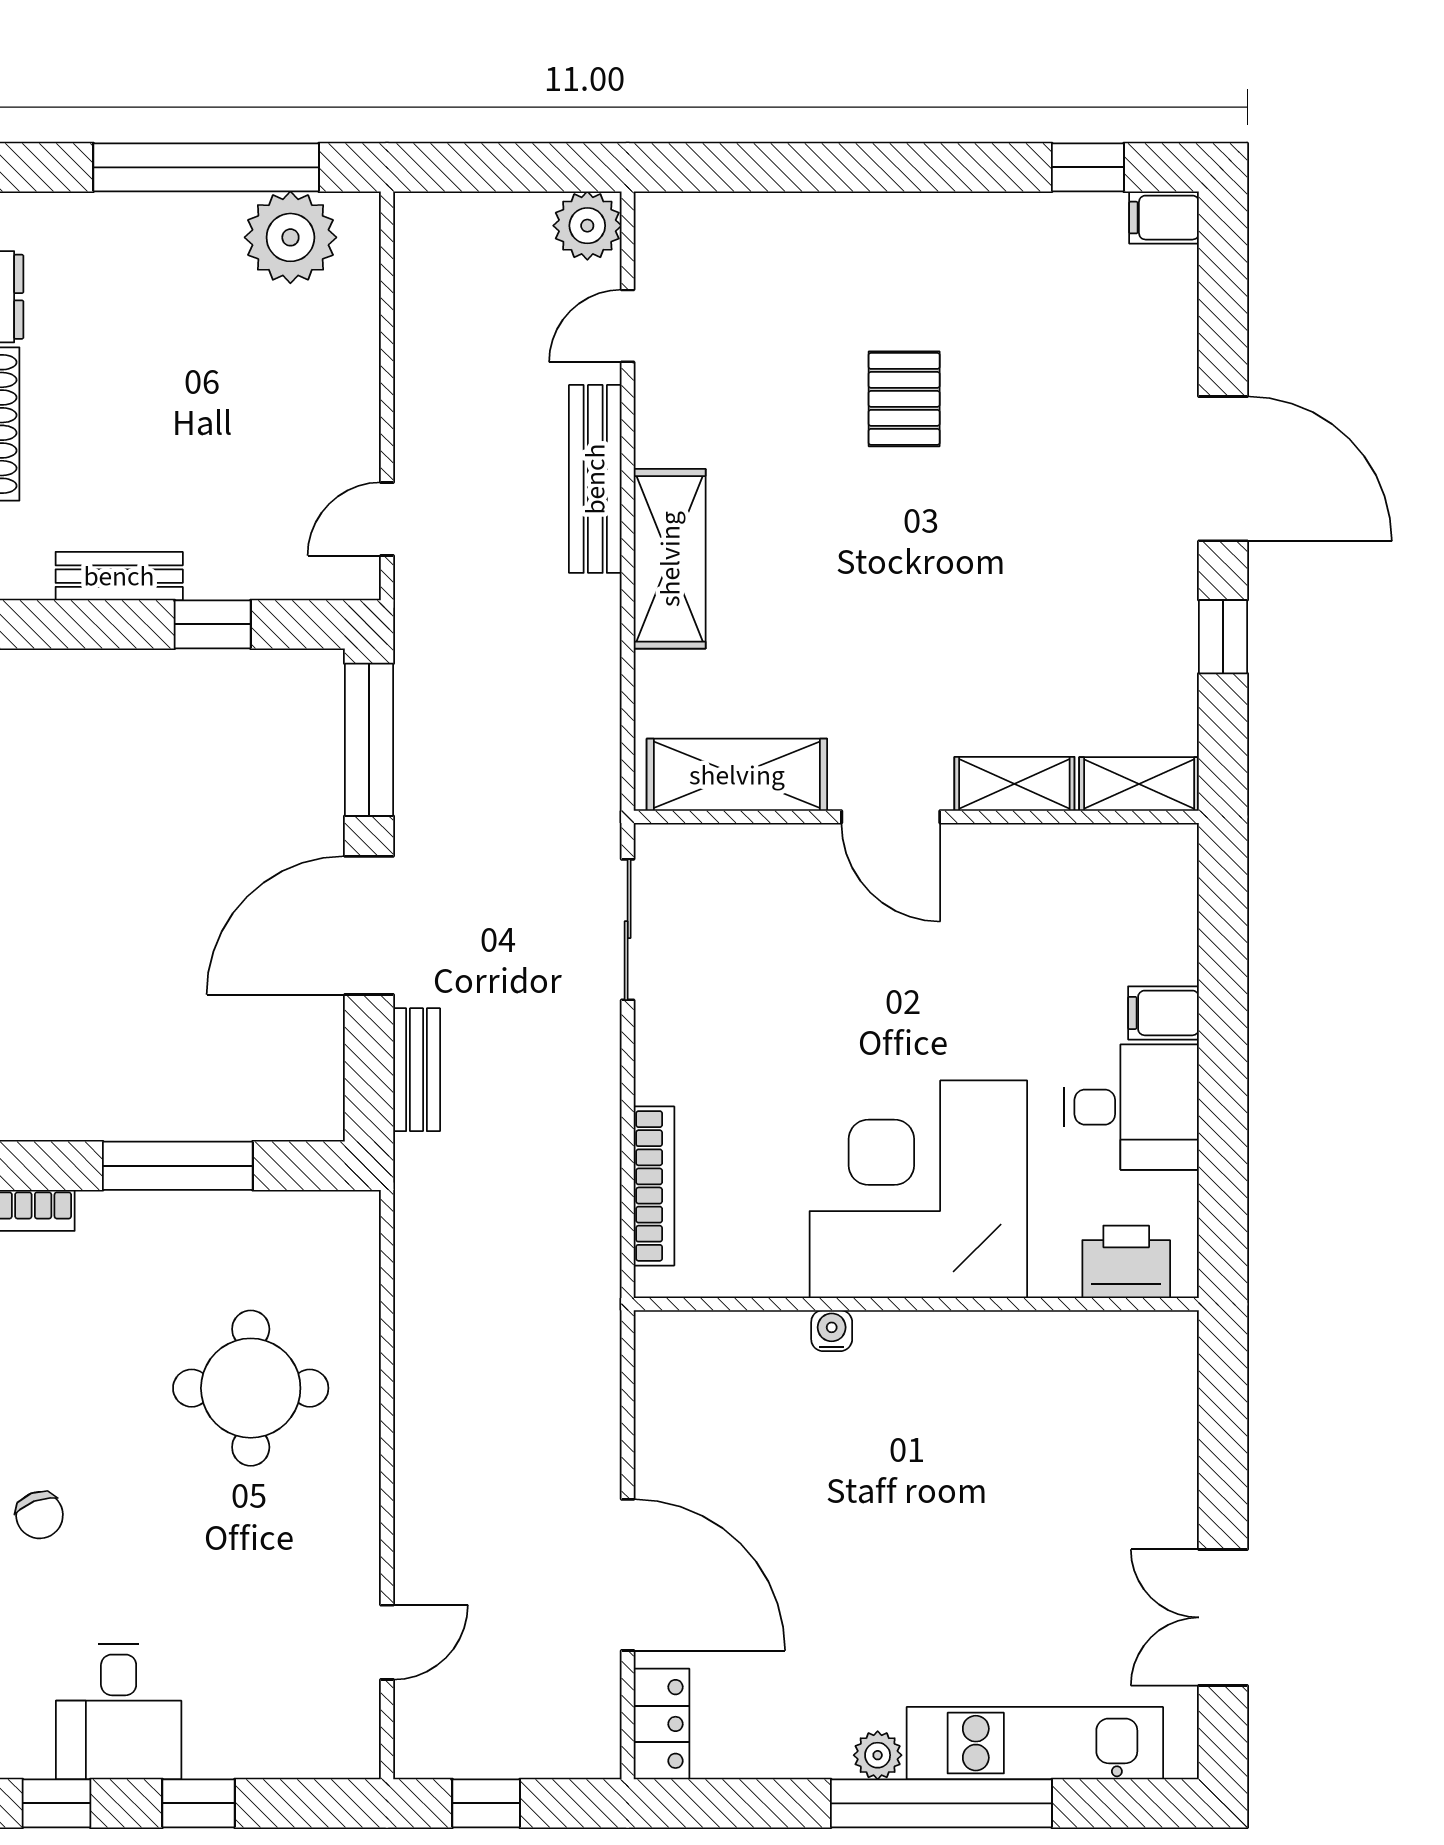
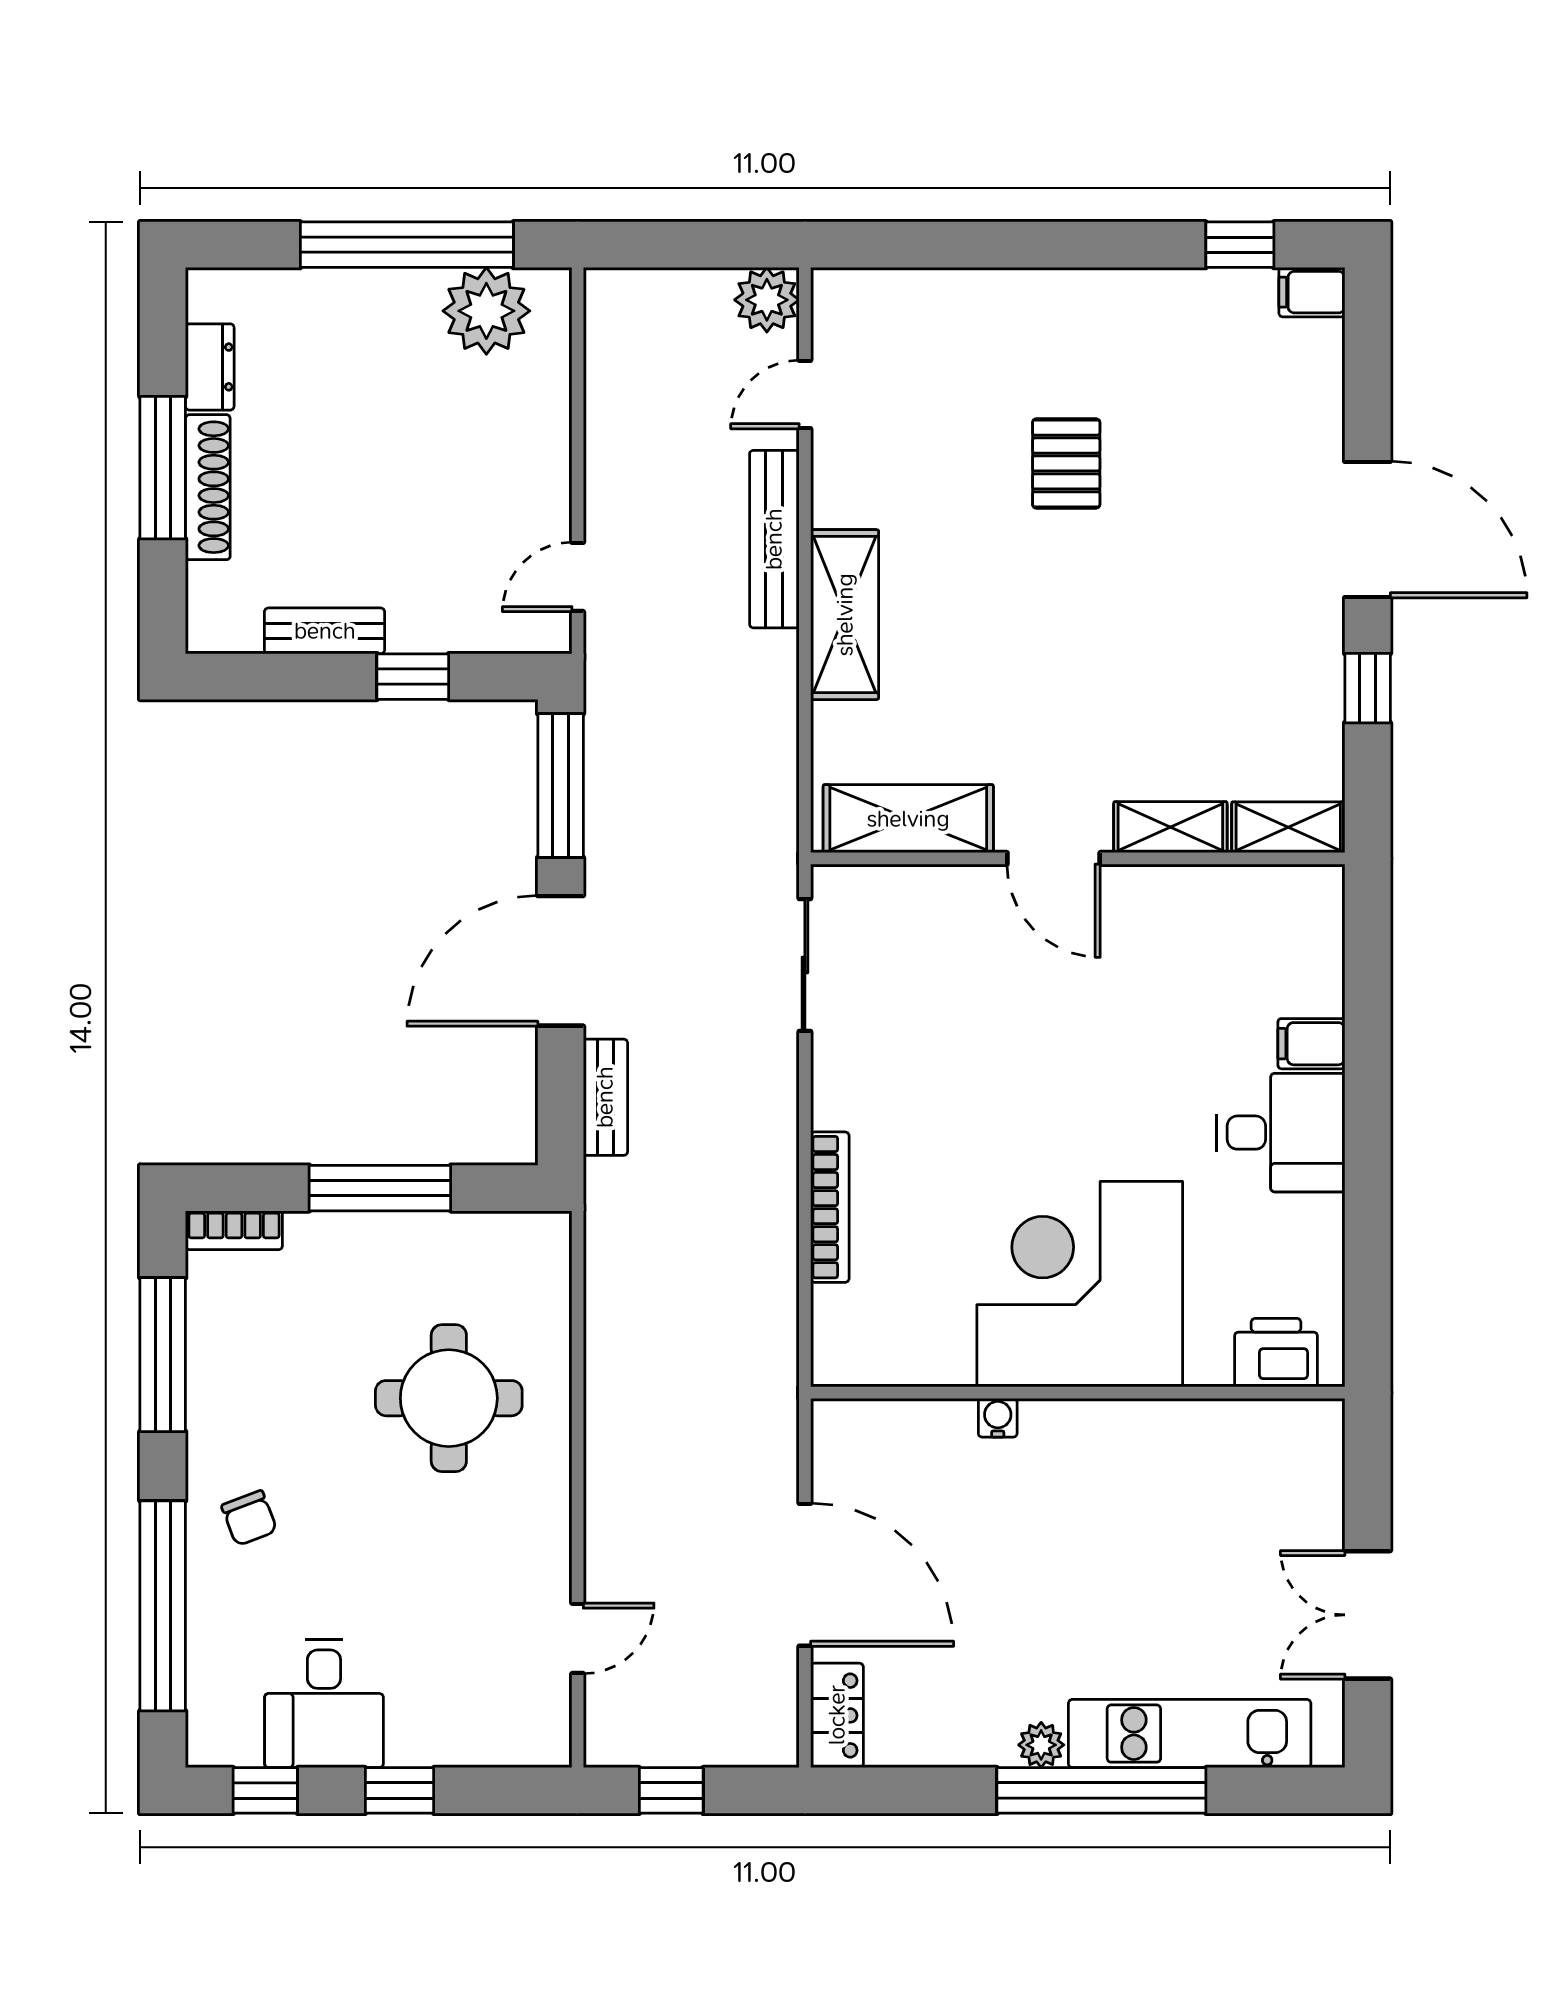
corner desk: (918, 1189) -> (1080, 1284), moved
printer: (1126, 1262) -> (1276, 1353), moved
wall: (916, 1304) -> (1078, 1393), moved
water cooler: (832, 1331) -> (998, 1418), moved

